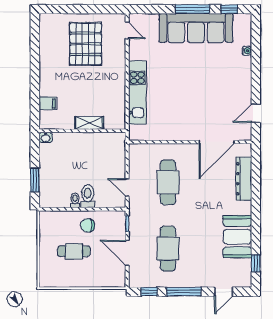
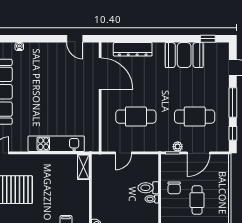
shelving: (89, 123) -> (83, 167), moved
door: (127, 188) -> (123, 153), moved
plant: (134, 229) -> (178, 147), added

